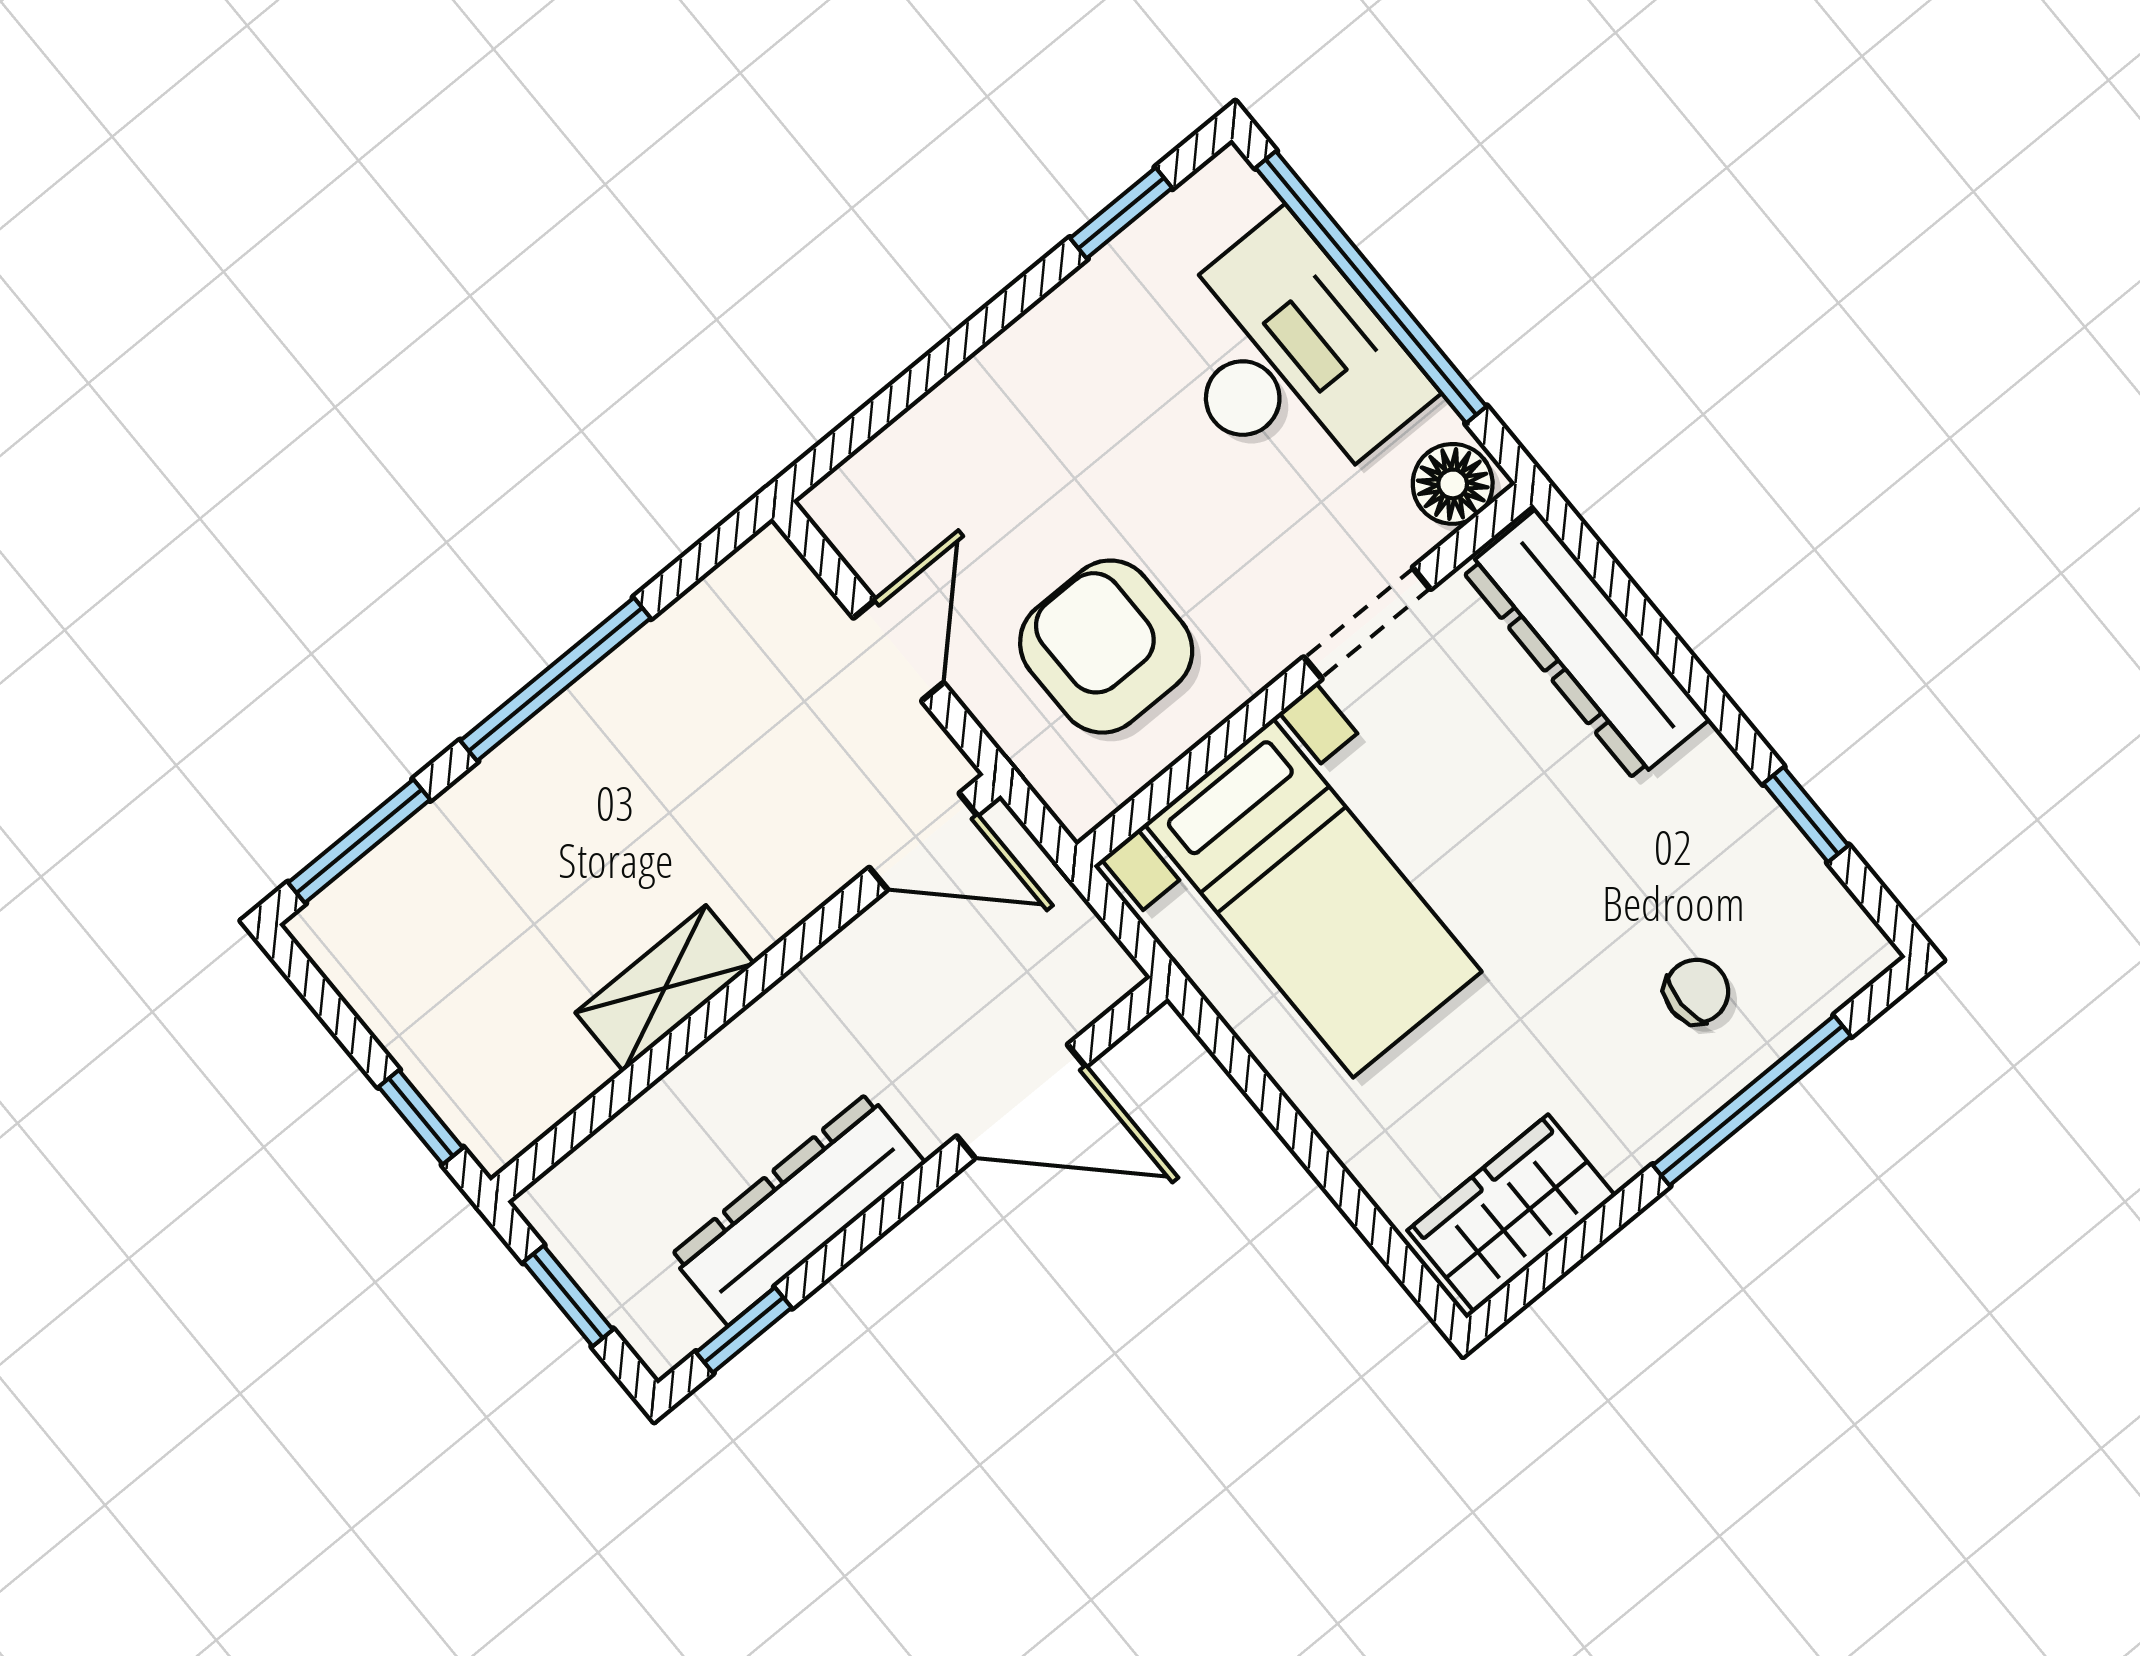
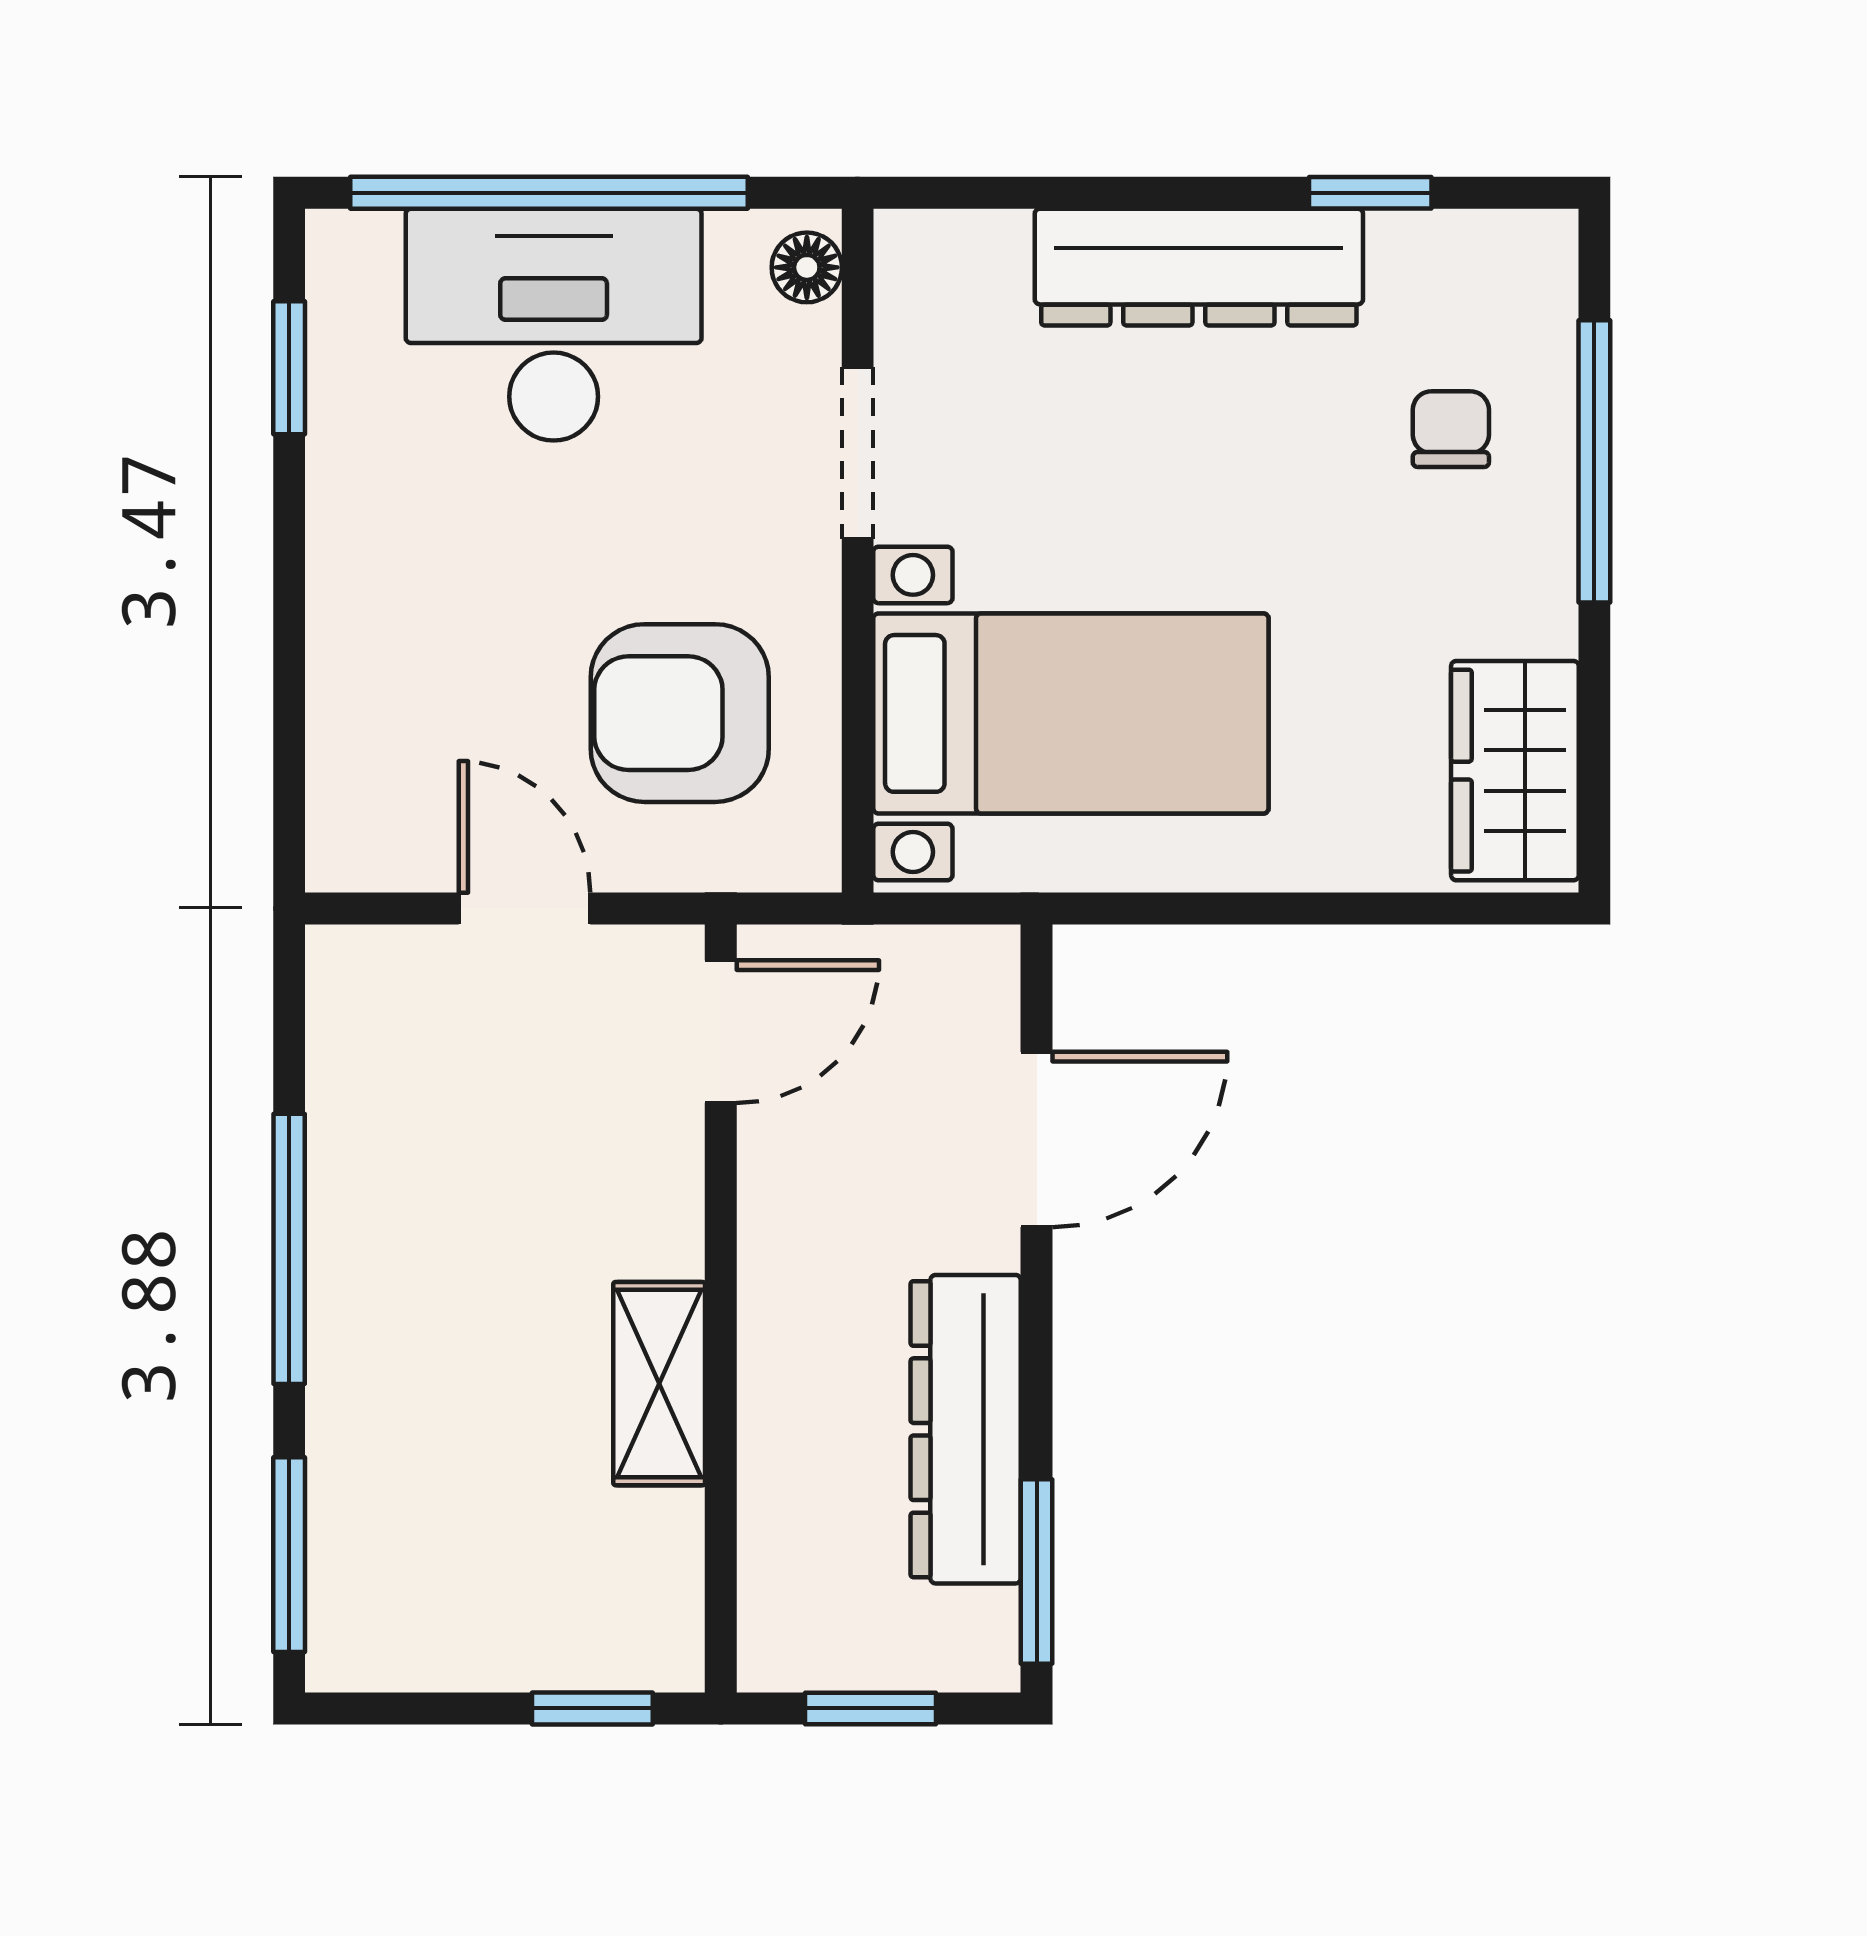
floor lamp: (1453, 484) -> (807, 267), width x0.73, depth x0.73
dresser: (1586, 645) -> (1199, 267), moved
window: (744, 1330) -> (1037, 1571), width x1.50

